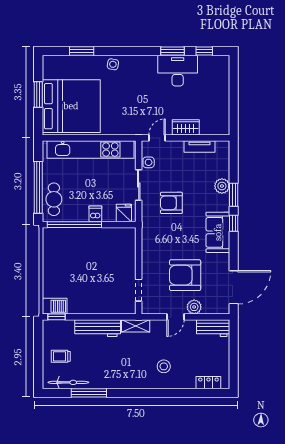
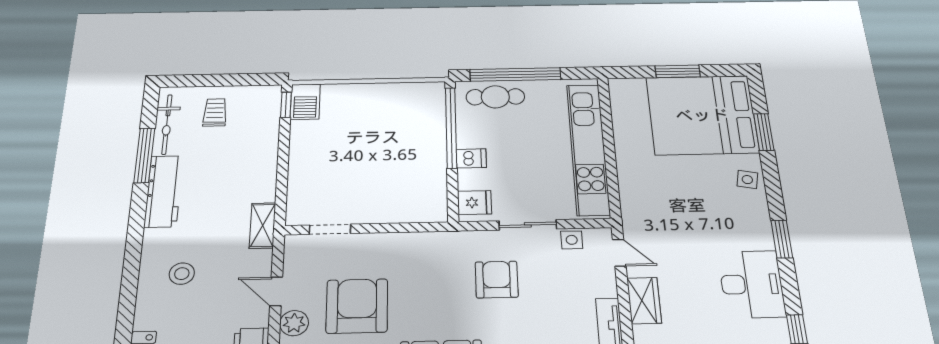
window: (172, 51) -> (782, 239), moved
bed: (71, 106) -> (702, 115), moved, turned 90
workbench: (98, 328) -> (164, 191), moved, turned 180

